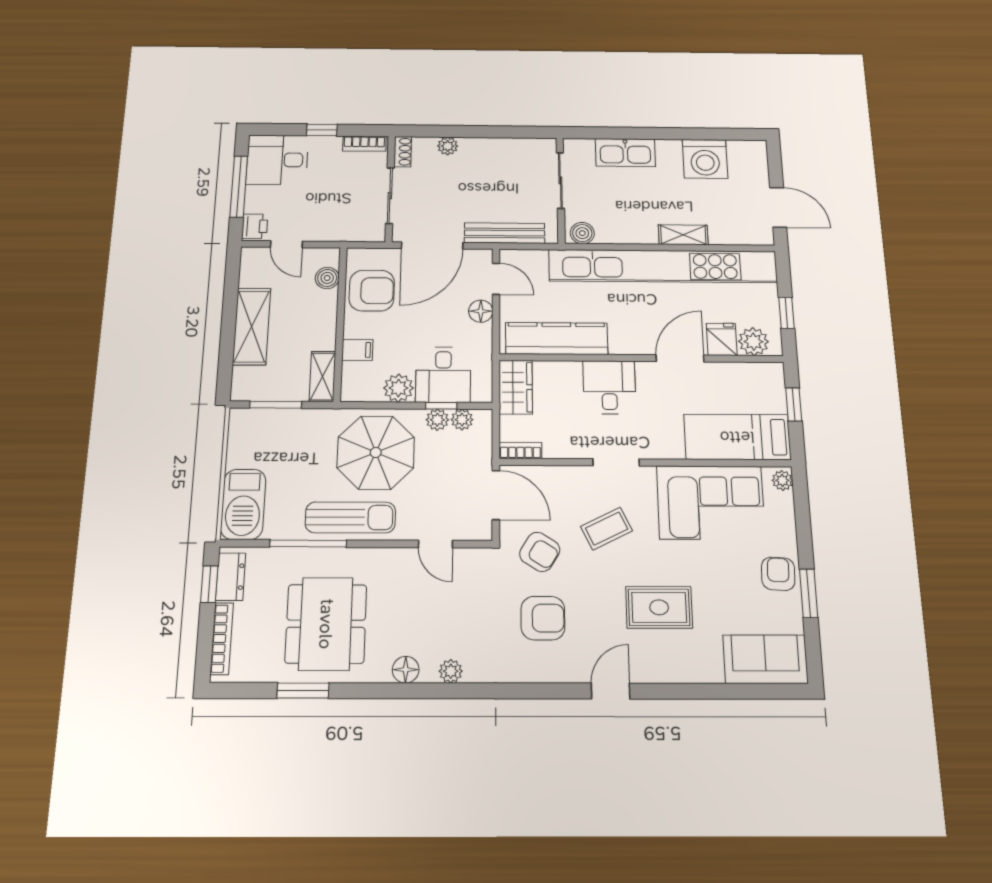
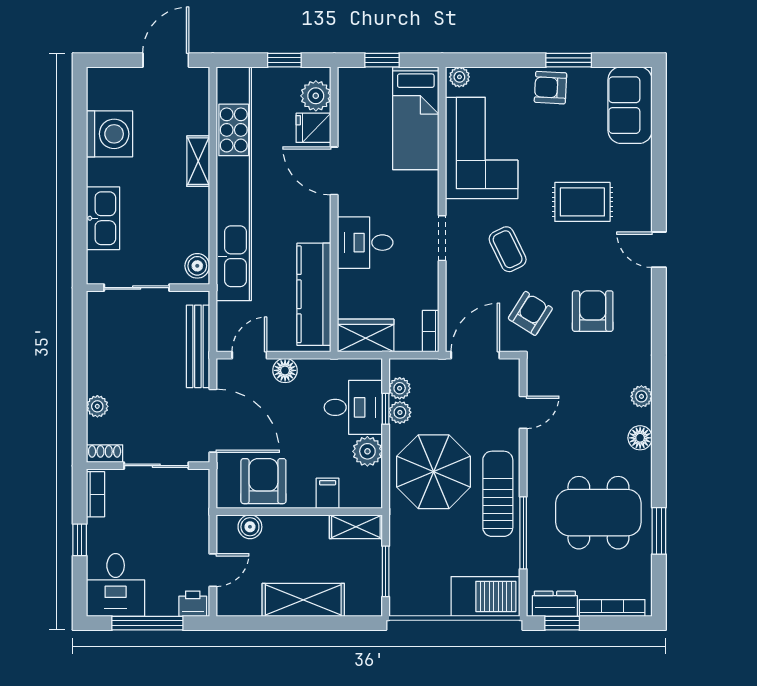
rug: (659, 607) -> (582, 202), turned 90

